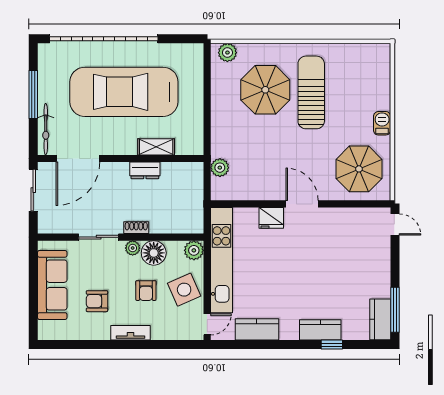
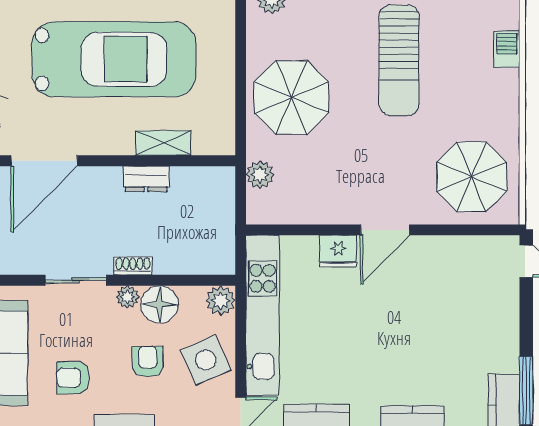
parasol: (265, 90) -> (291, 97), moved
car: (124, 92) -> (114, 59), turned 180
sun lounger: (311, 92) -> (399, 60), turned 180
barbecue: (382, 123) -> (507, 49), moved
door: (302, 204) -> (385, 230), swing flipped
armchair: (146, 291) -> (148, 362), turned 180

